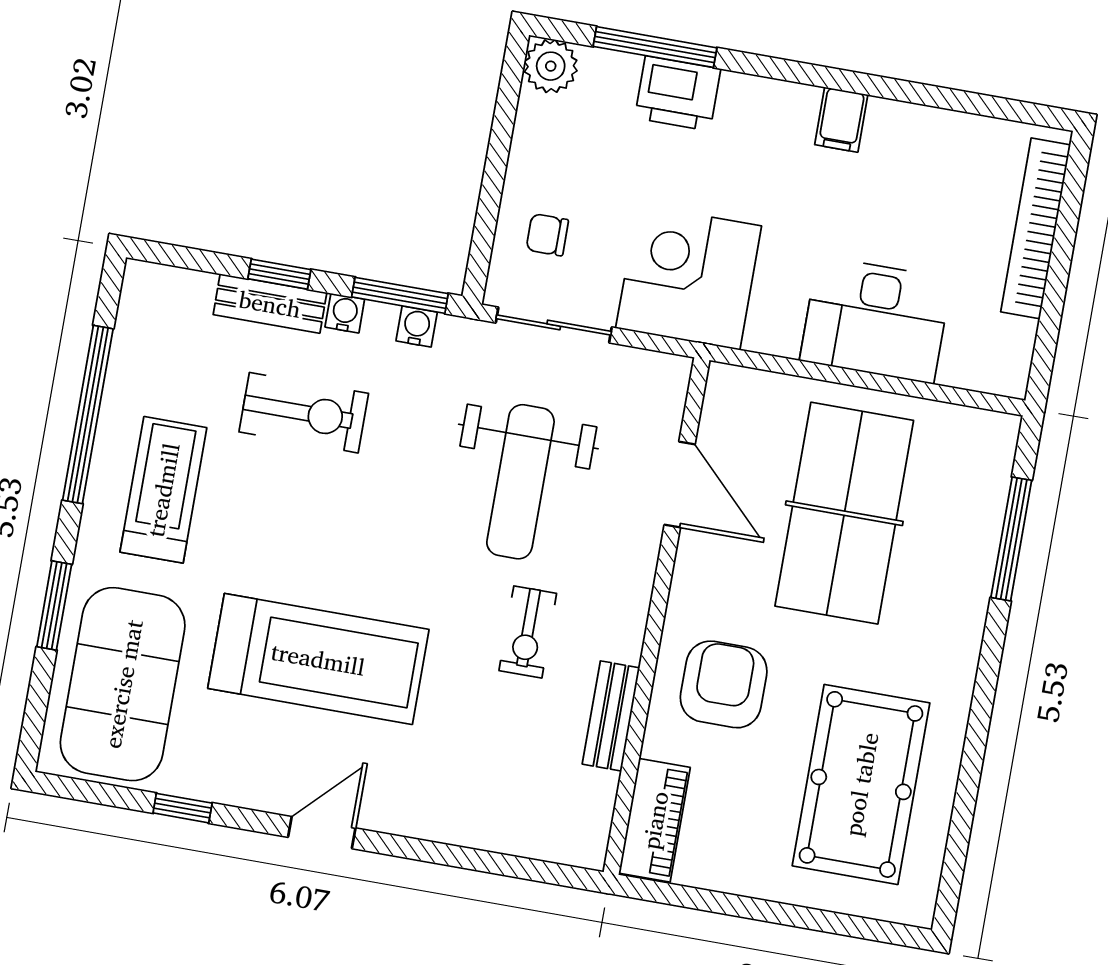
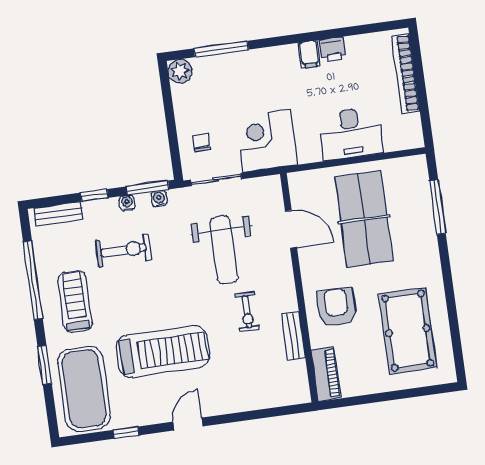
printer: (678, 93) -> (333, 49), moved, width x0.73, depth x0.81
chair: (547, 235) -> (201, 142), turned 89
bench: (270, 304) -> (58, 214), moved

